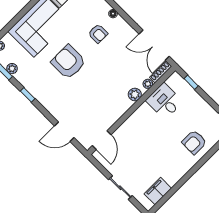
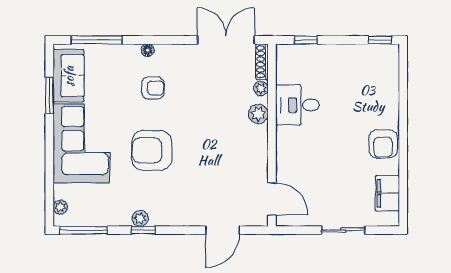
double door: (154, 45) -> (226, 40), swing flipped
plant: (12, 69) -> (140, 218), moved
desk: (164, 101) -> (297, 105), moved
armchair: (194, 142) -> (383, 144), moved

